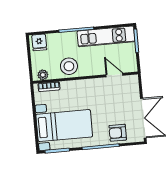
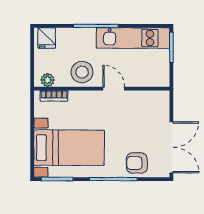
door: (114, 75) -> (114, 89), moved

